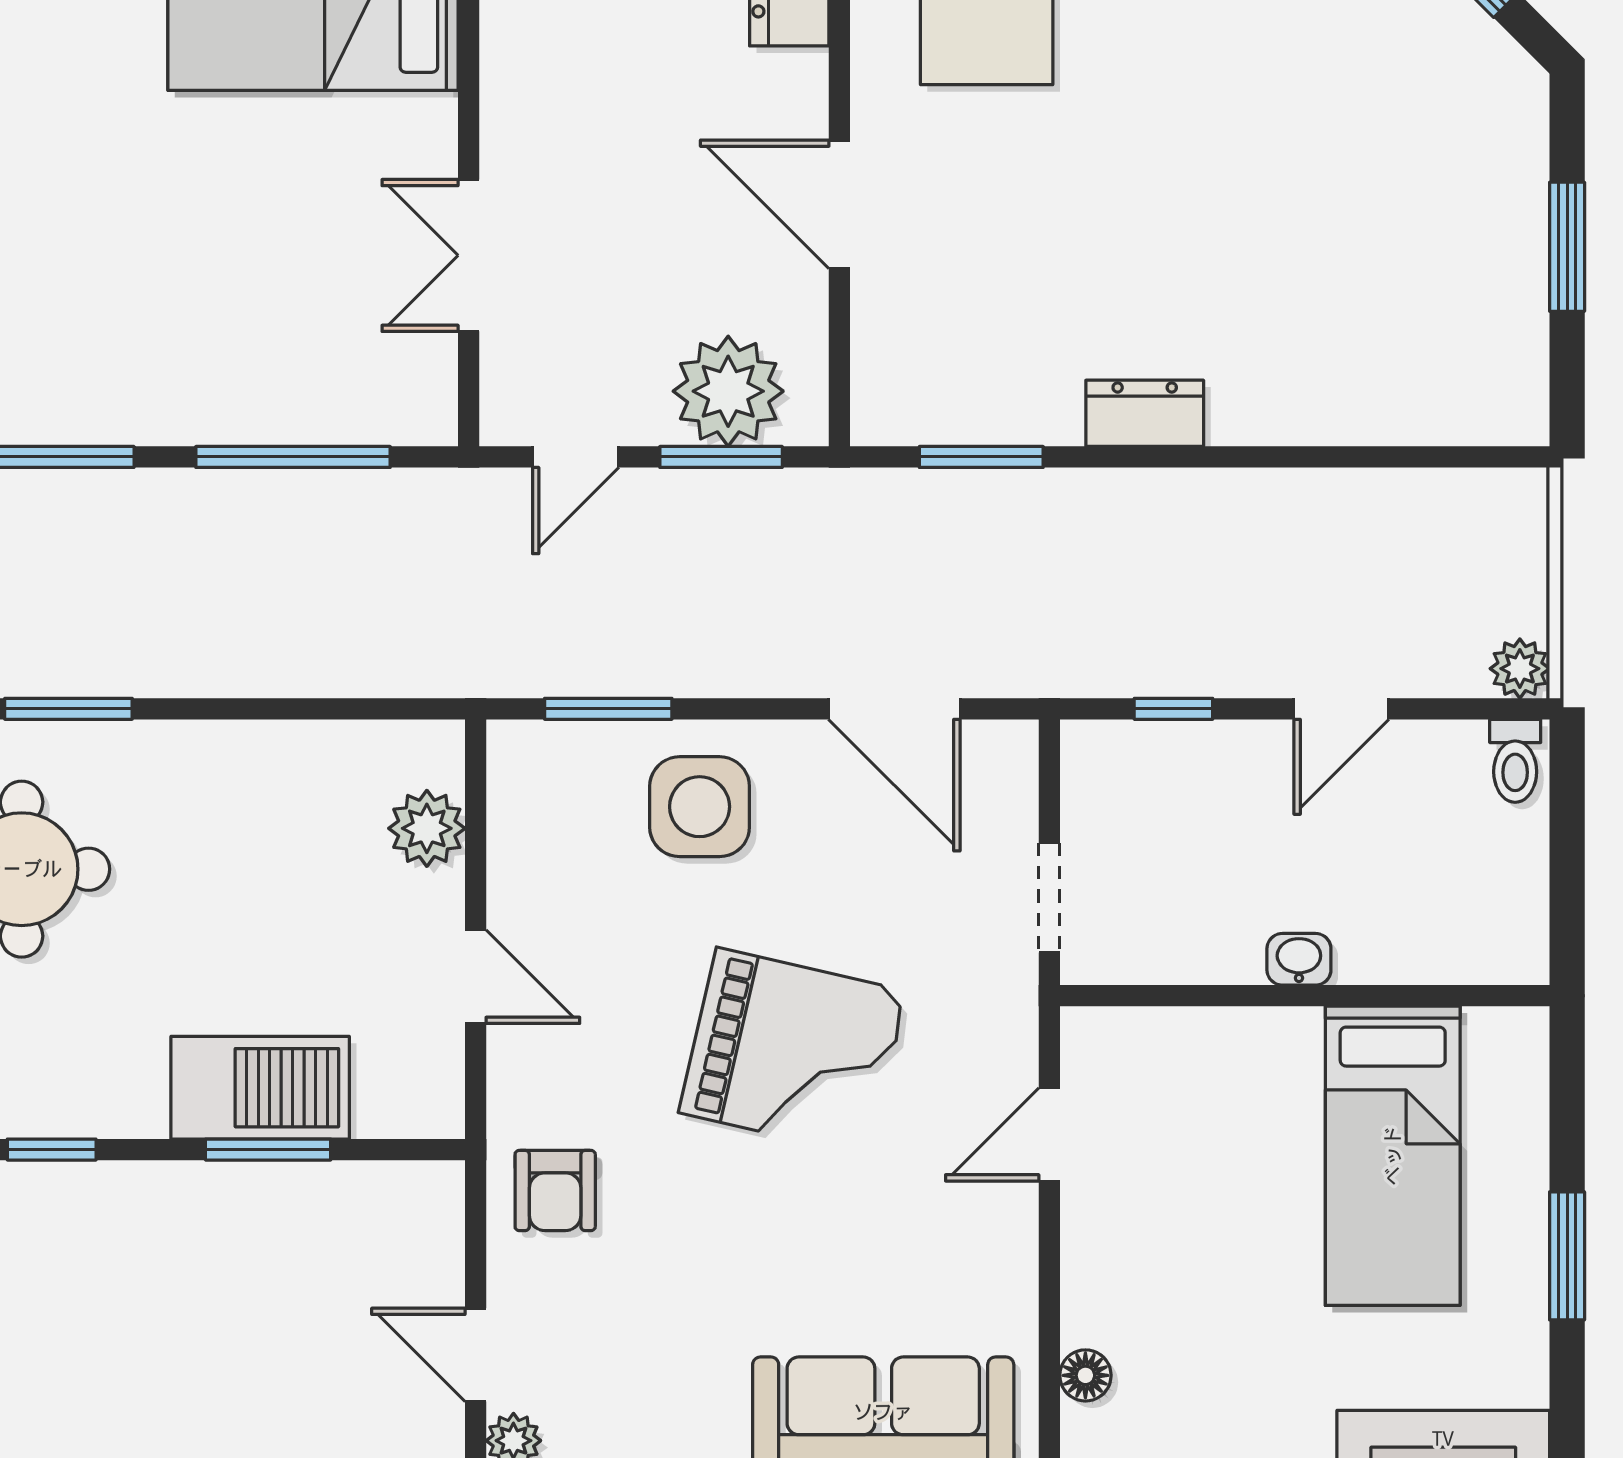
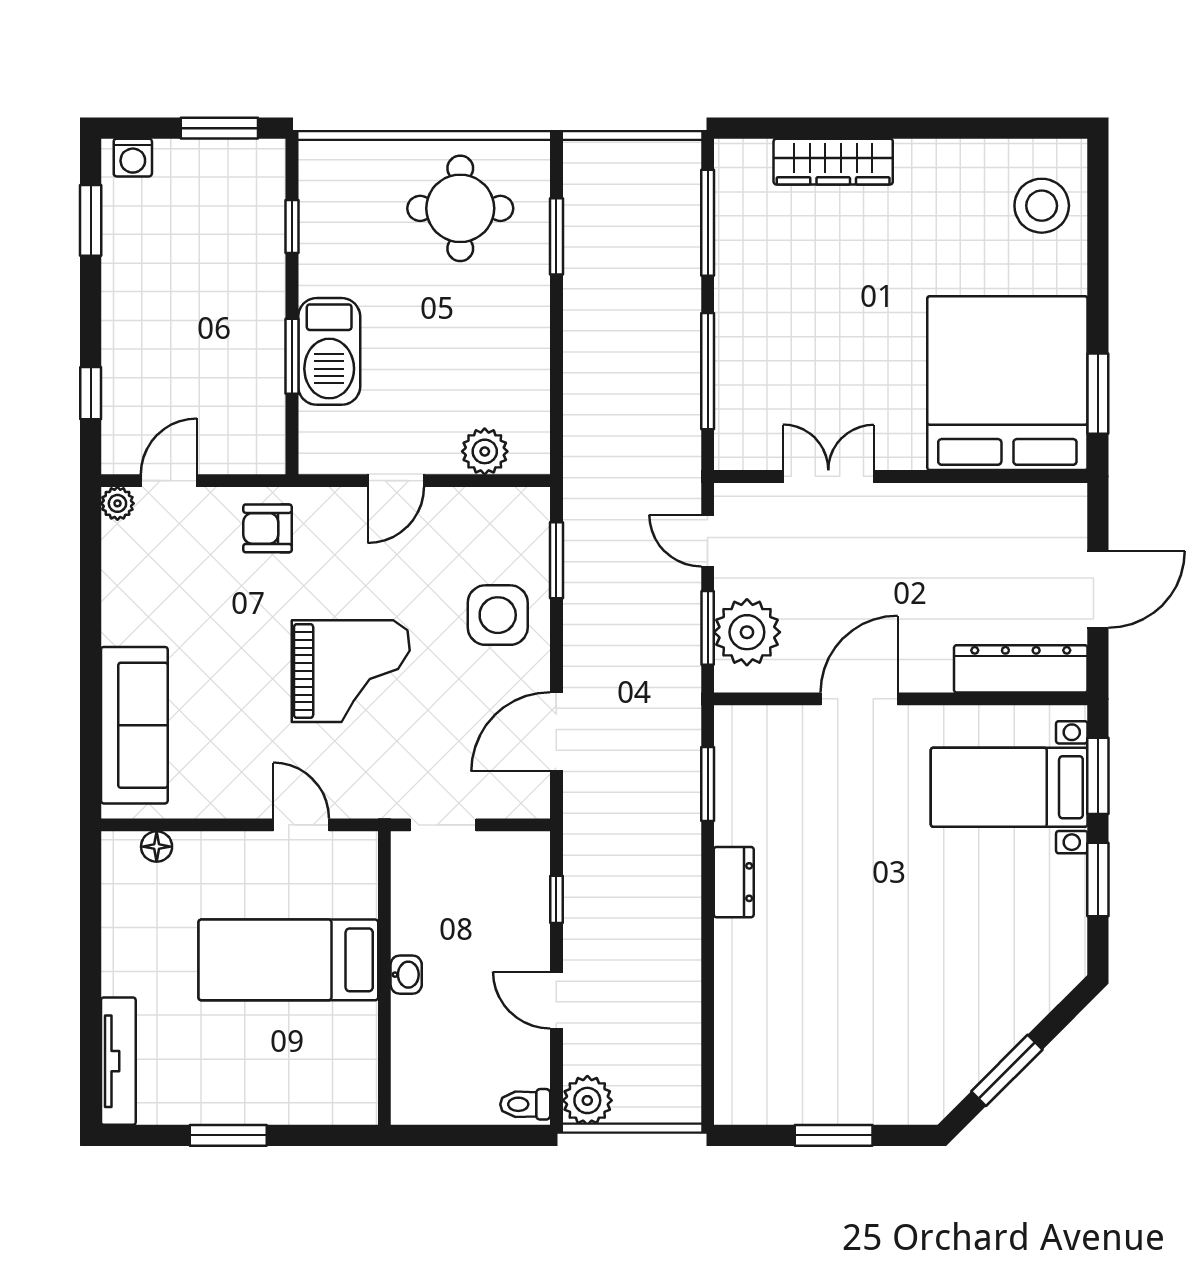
plant: (1520, 669) -> (587, 1100), width x1.38, depth x1.38
grand piano: (793, 1052) -> (351, 671), turned -103
bed: (1393, 1156) -> (288, 960), moved

